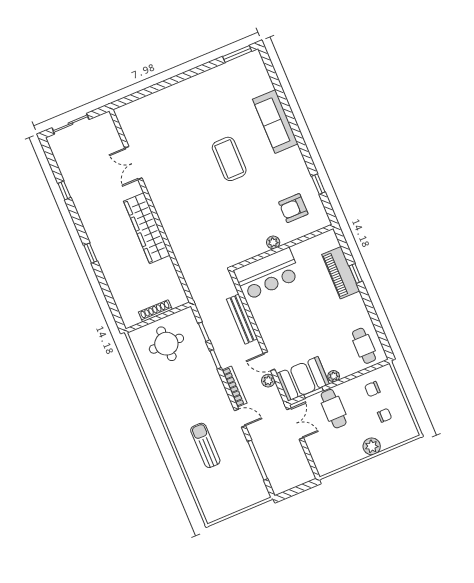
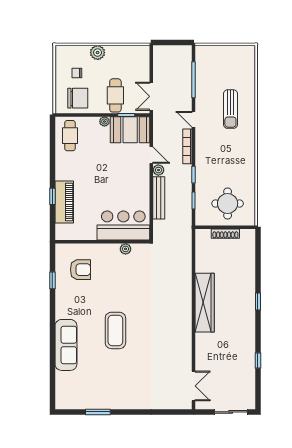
window: (237, 54) -> (98, 412), moved
double door: (133, 163) -> (194, 386), moved
plant: (273, 242) -> (126, 249), moved
plant: (268, 381) -> (158, 170), moved
chair: (372, 389) -> (78, 98), width x1.87, depth x1.87

